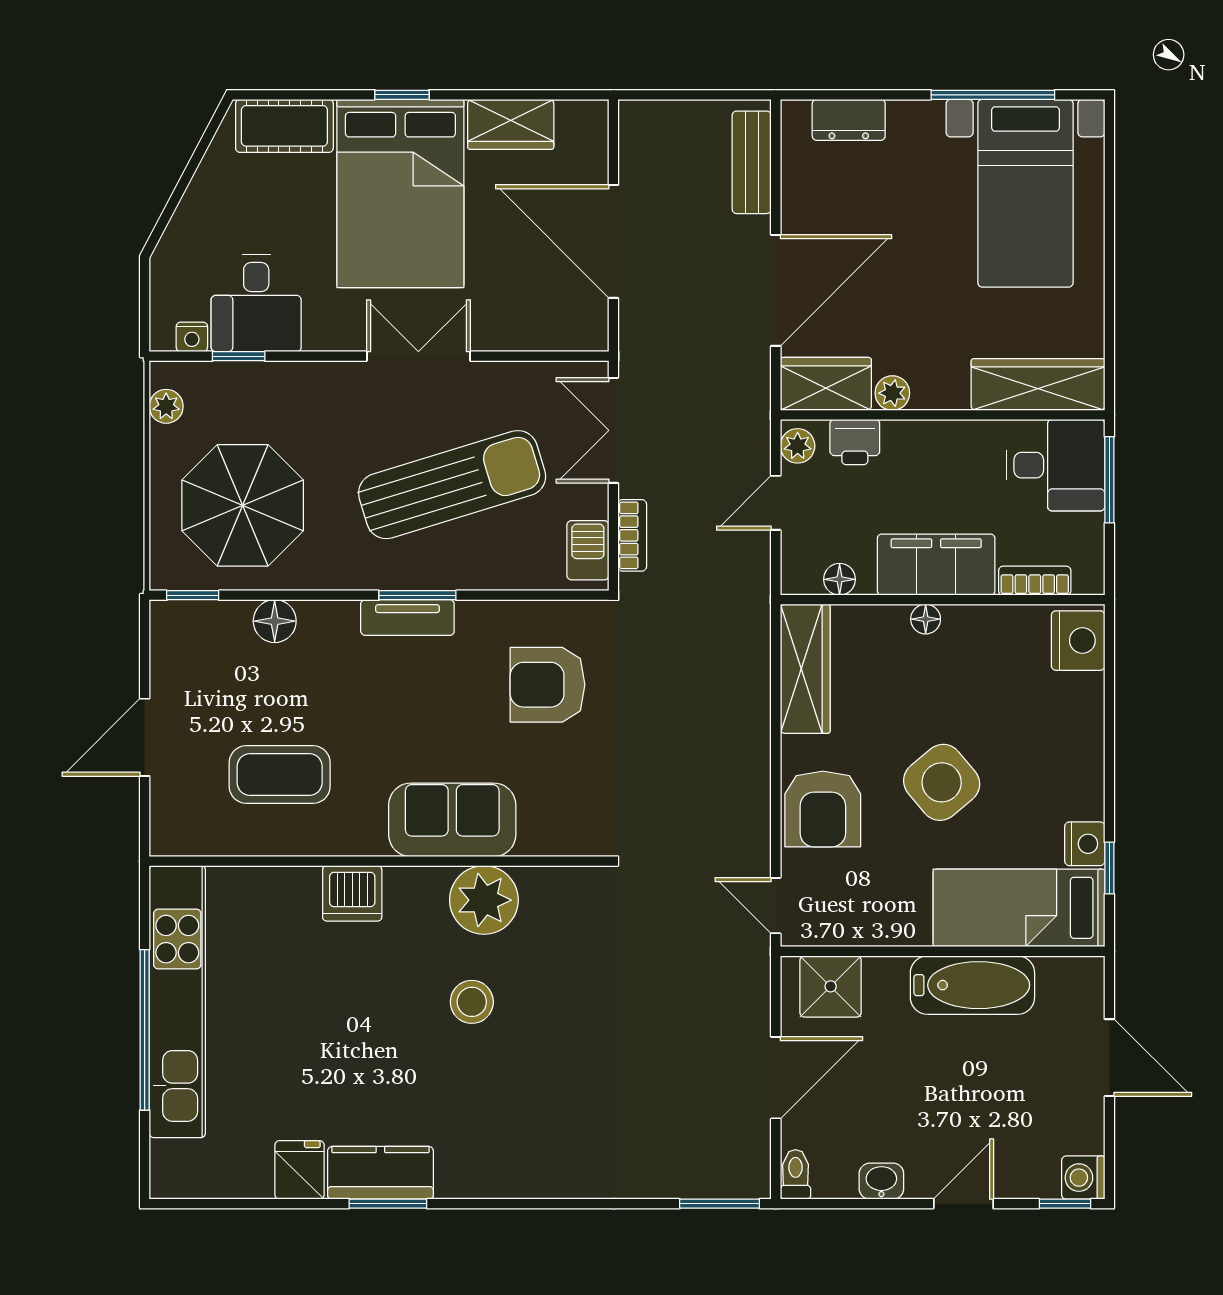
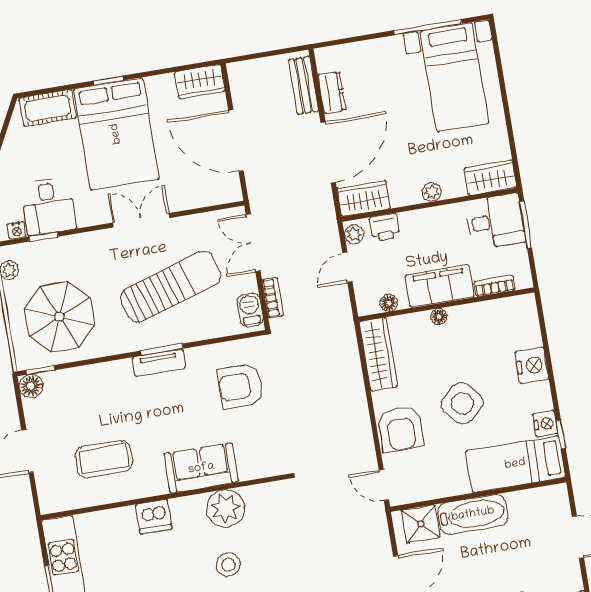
dresser: (849, 120) -> (332, 92), moved, turned -90
wardrobe: (511, 124) -> (200, 82), moved
wardrobe: (1038, 384) -> (490, 178), width x0.67
plant: (892, 393) -> (432, 192), moved
floor lamp: (275, 621) -> (31, 386), moved
nightstand: (1078, 641) -> (532, 365), moved
bathtub: (972, 985) -> (473, 514), moved

